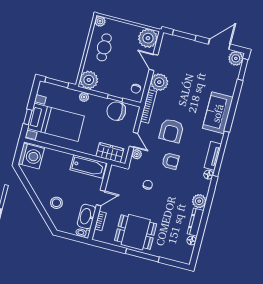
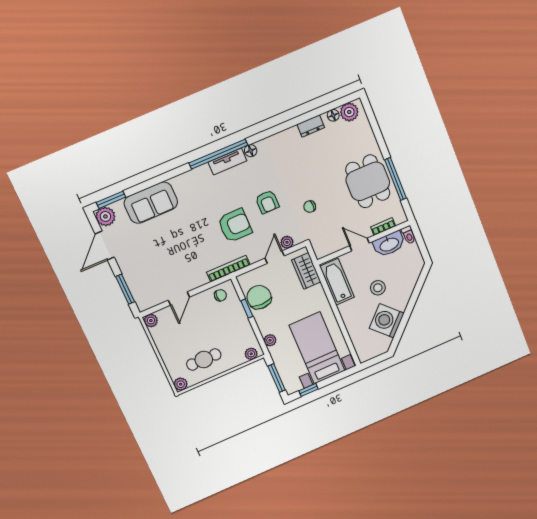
plant: (148, 38) -> (151, 321), width x0.53, depth x0.53
door: (219, 44) -> (105, 246), hinge flipped
plant: (89, 80) -> (251, 354), width x0.53, depth x0.53
plant: (159, 82) -> (195, 277), removed
chair: (116, 111) -> (259, 297), turned 180
sofa: (218, 113) -> (151, 203), moved
window: (28, 117) -> (308, 390), moved
washing machine: (31, 156) -> (387, 321), moved, turned -45
armchair: (170, 161) -> (267, 202), turned 180
plant: (199, 201) -> (349, 112), moved
stool: (56, 203) -> (378, 288), moved
dresser: (195, 222) -> (311, 126), width x0.70
window: (142, 255) -> (396, 179), moved

